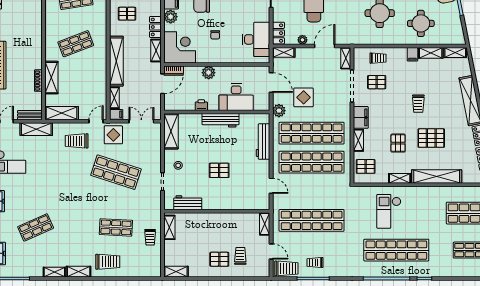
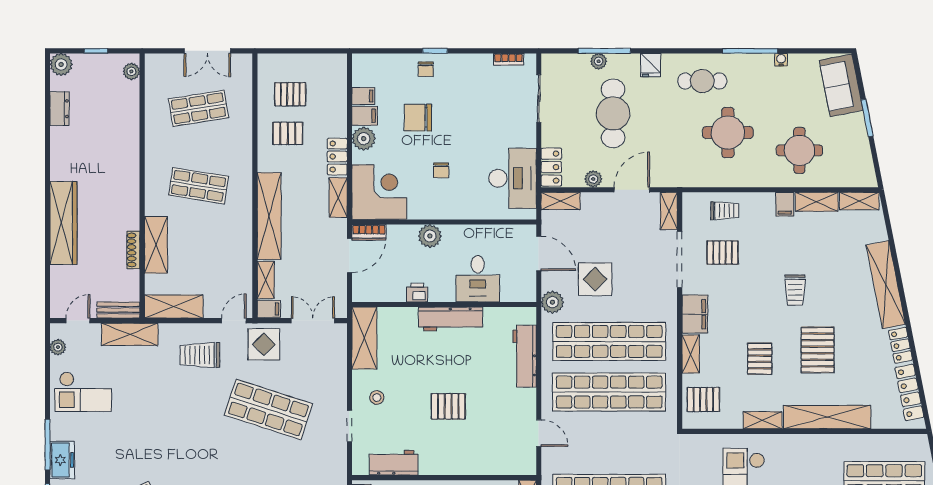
shop shelf: (76, 44) -> (199, 186), turned 30
desk: (236, 97) -> (478, 279), width x0.73
pallet: (431, 138) -> (818, 350), turned 90

